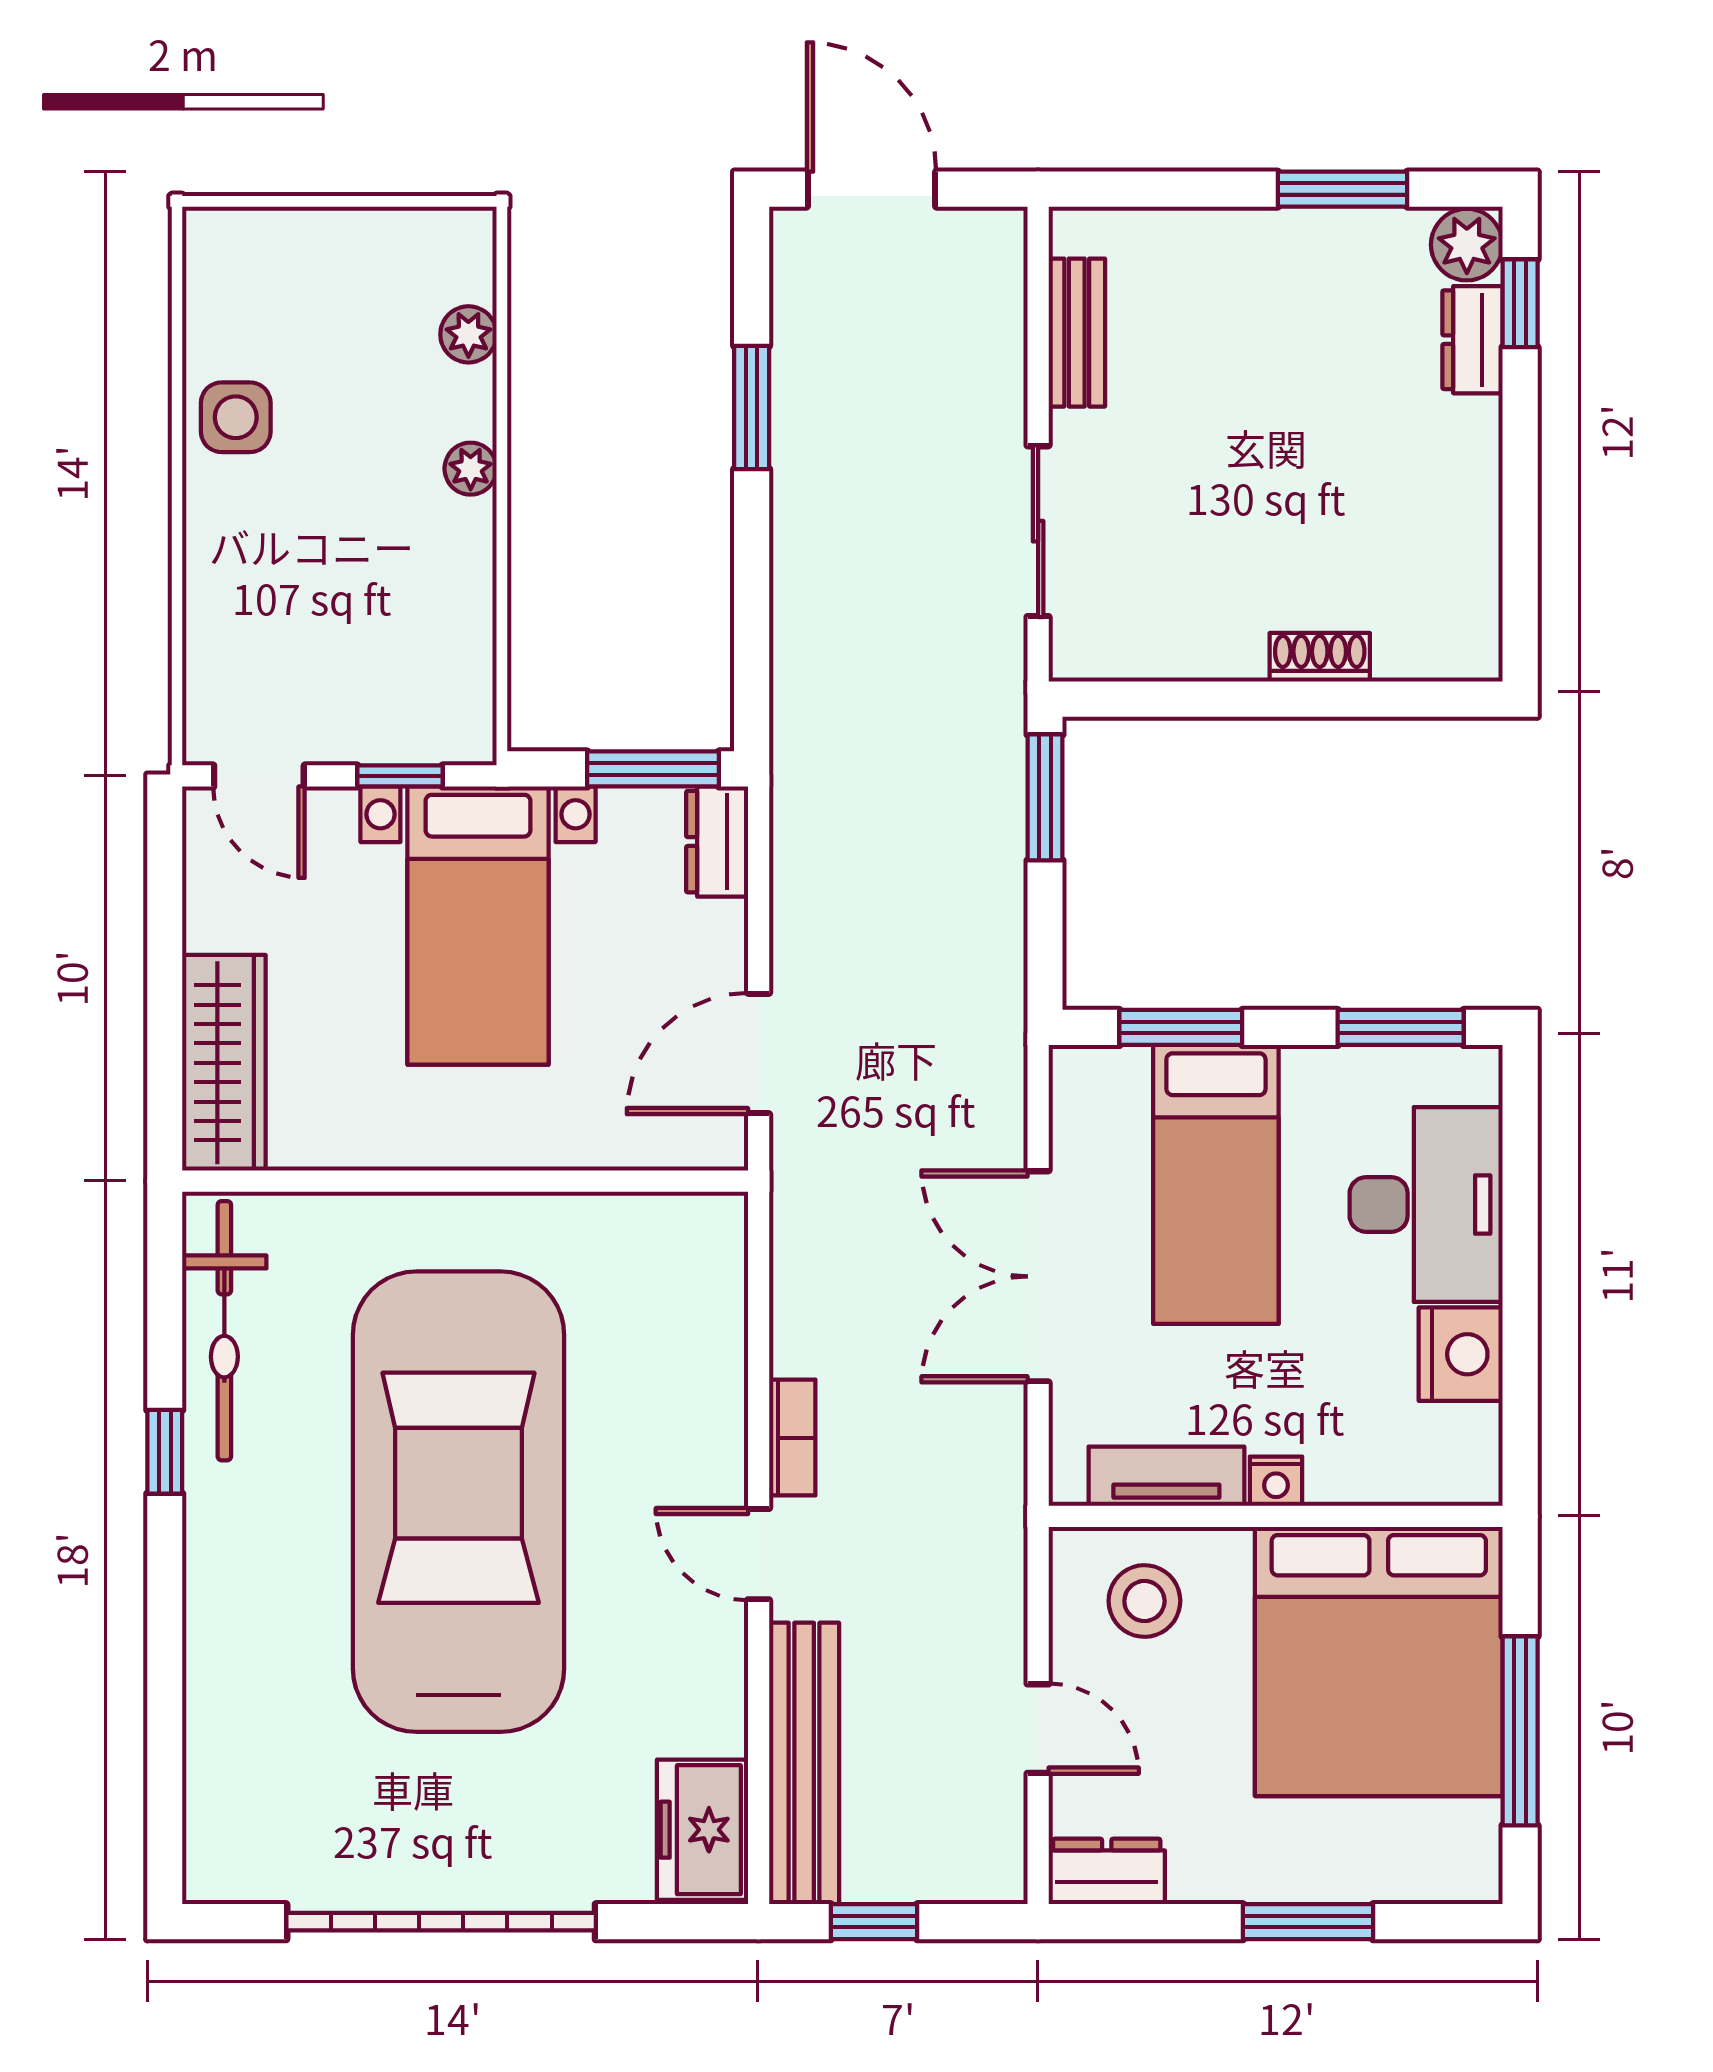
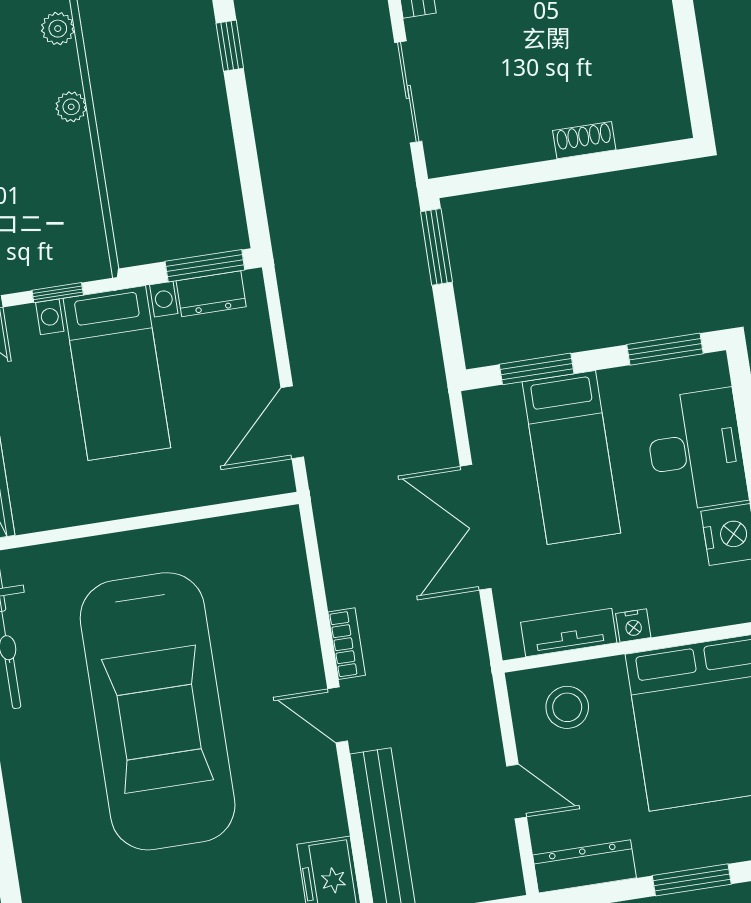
window: (752, 408) -> (230, 46), width x0.67
dresser: (717, 842) -> (211, 294), moved, turned -90
car: (459, 1502) -> (158, 711), turned 180
dresser: (1107, 1871) -> (585, 866), width x1.44

